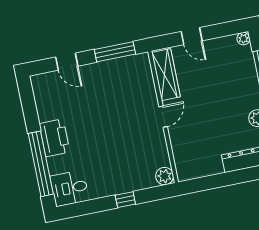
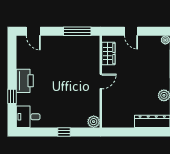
door: (67, 62) -> (33, 31), moved
wardrobe: (166, 75) -> (108, 54), width x0.67
window: (41, 164) -> (12, 96), width x0.32

